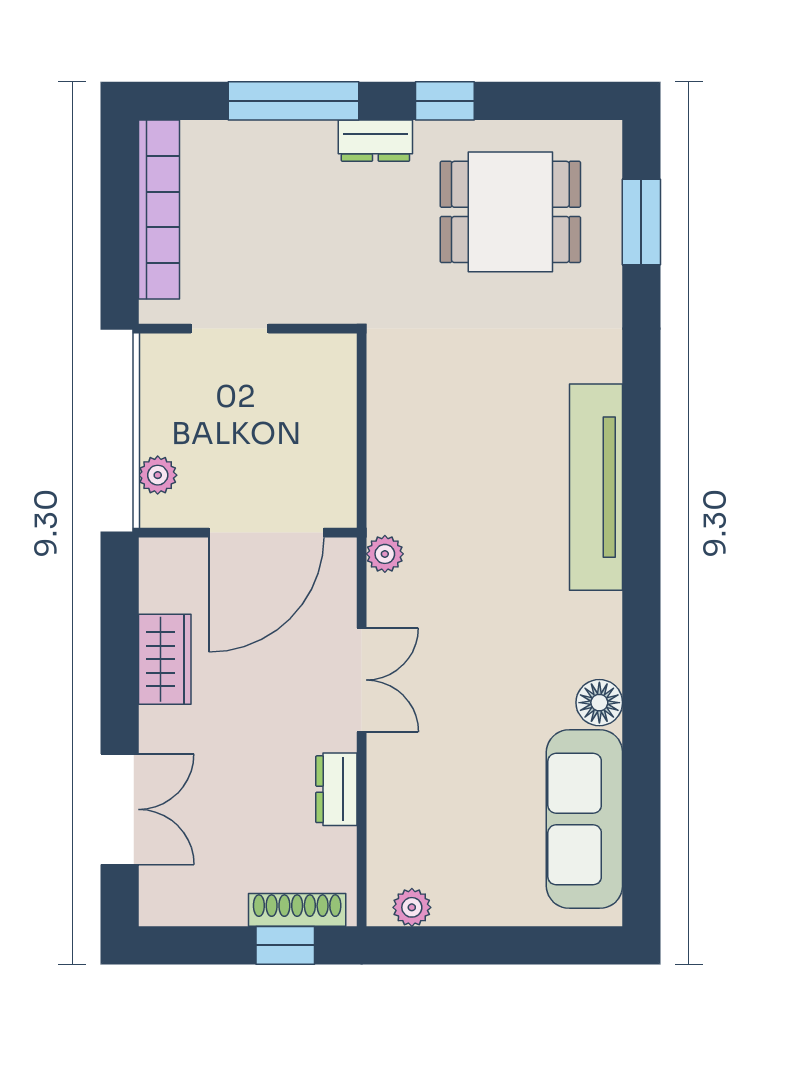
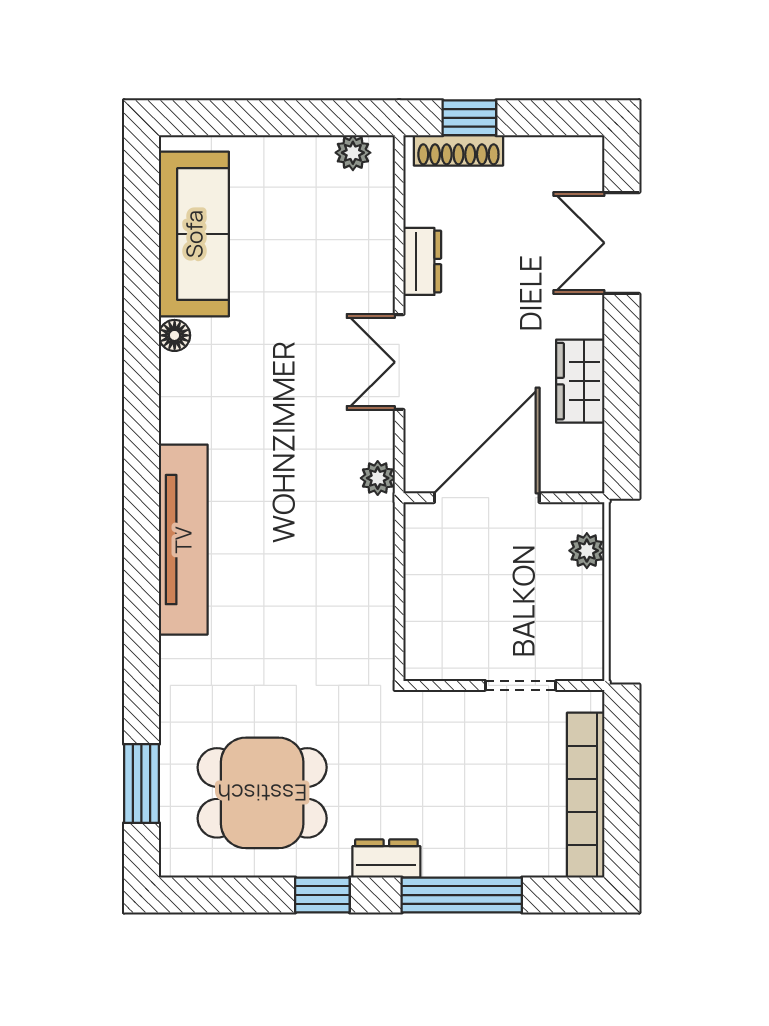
floor lamp: (599, 703) -> (175, 335), width x0.73, depth x0.73

